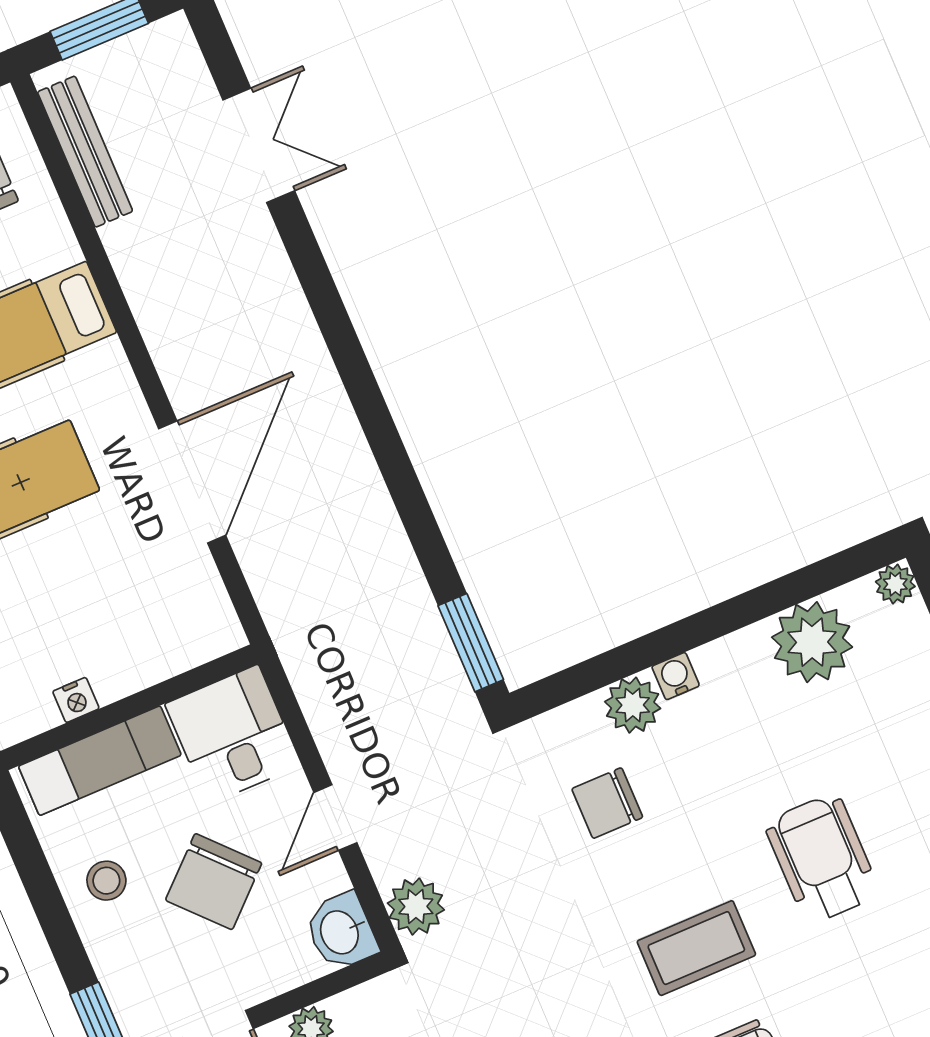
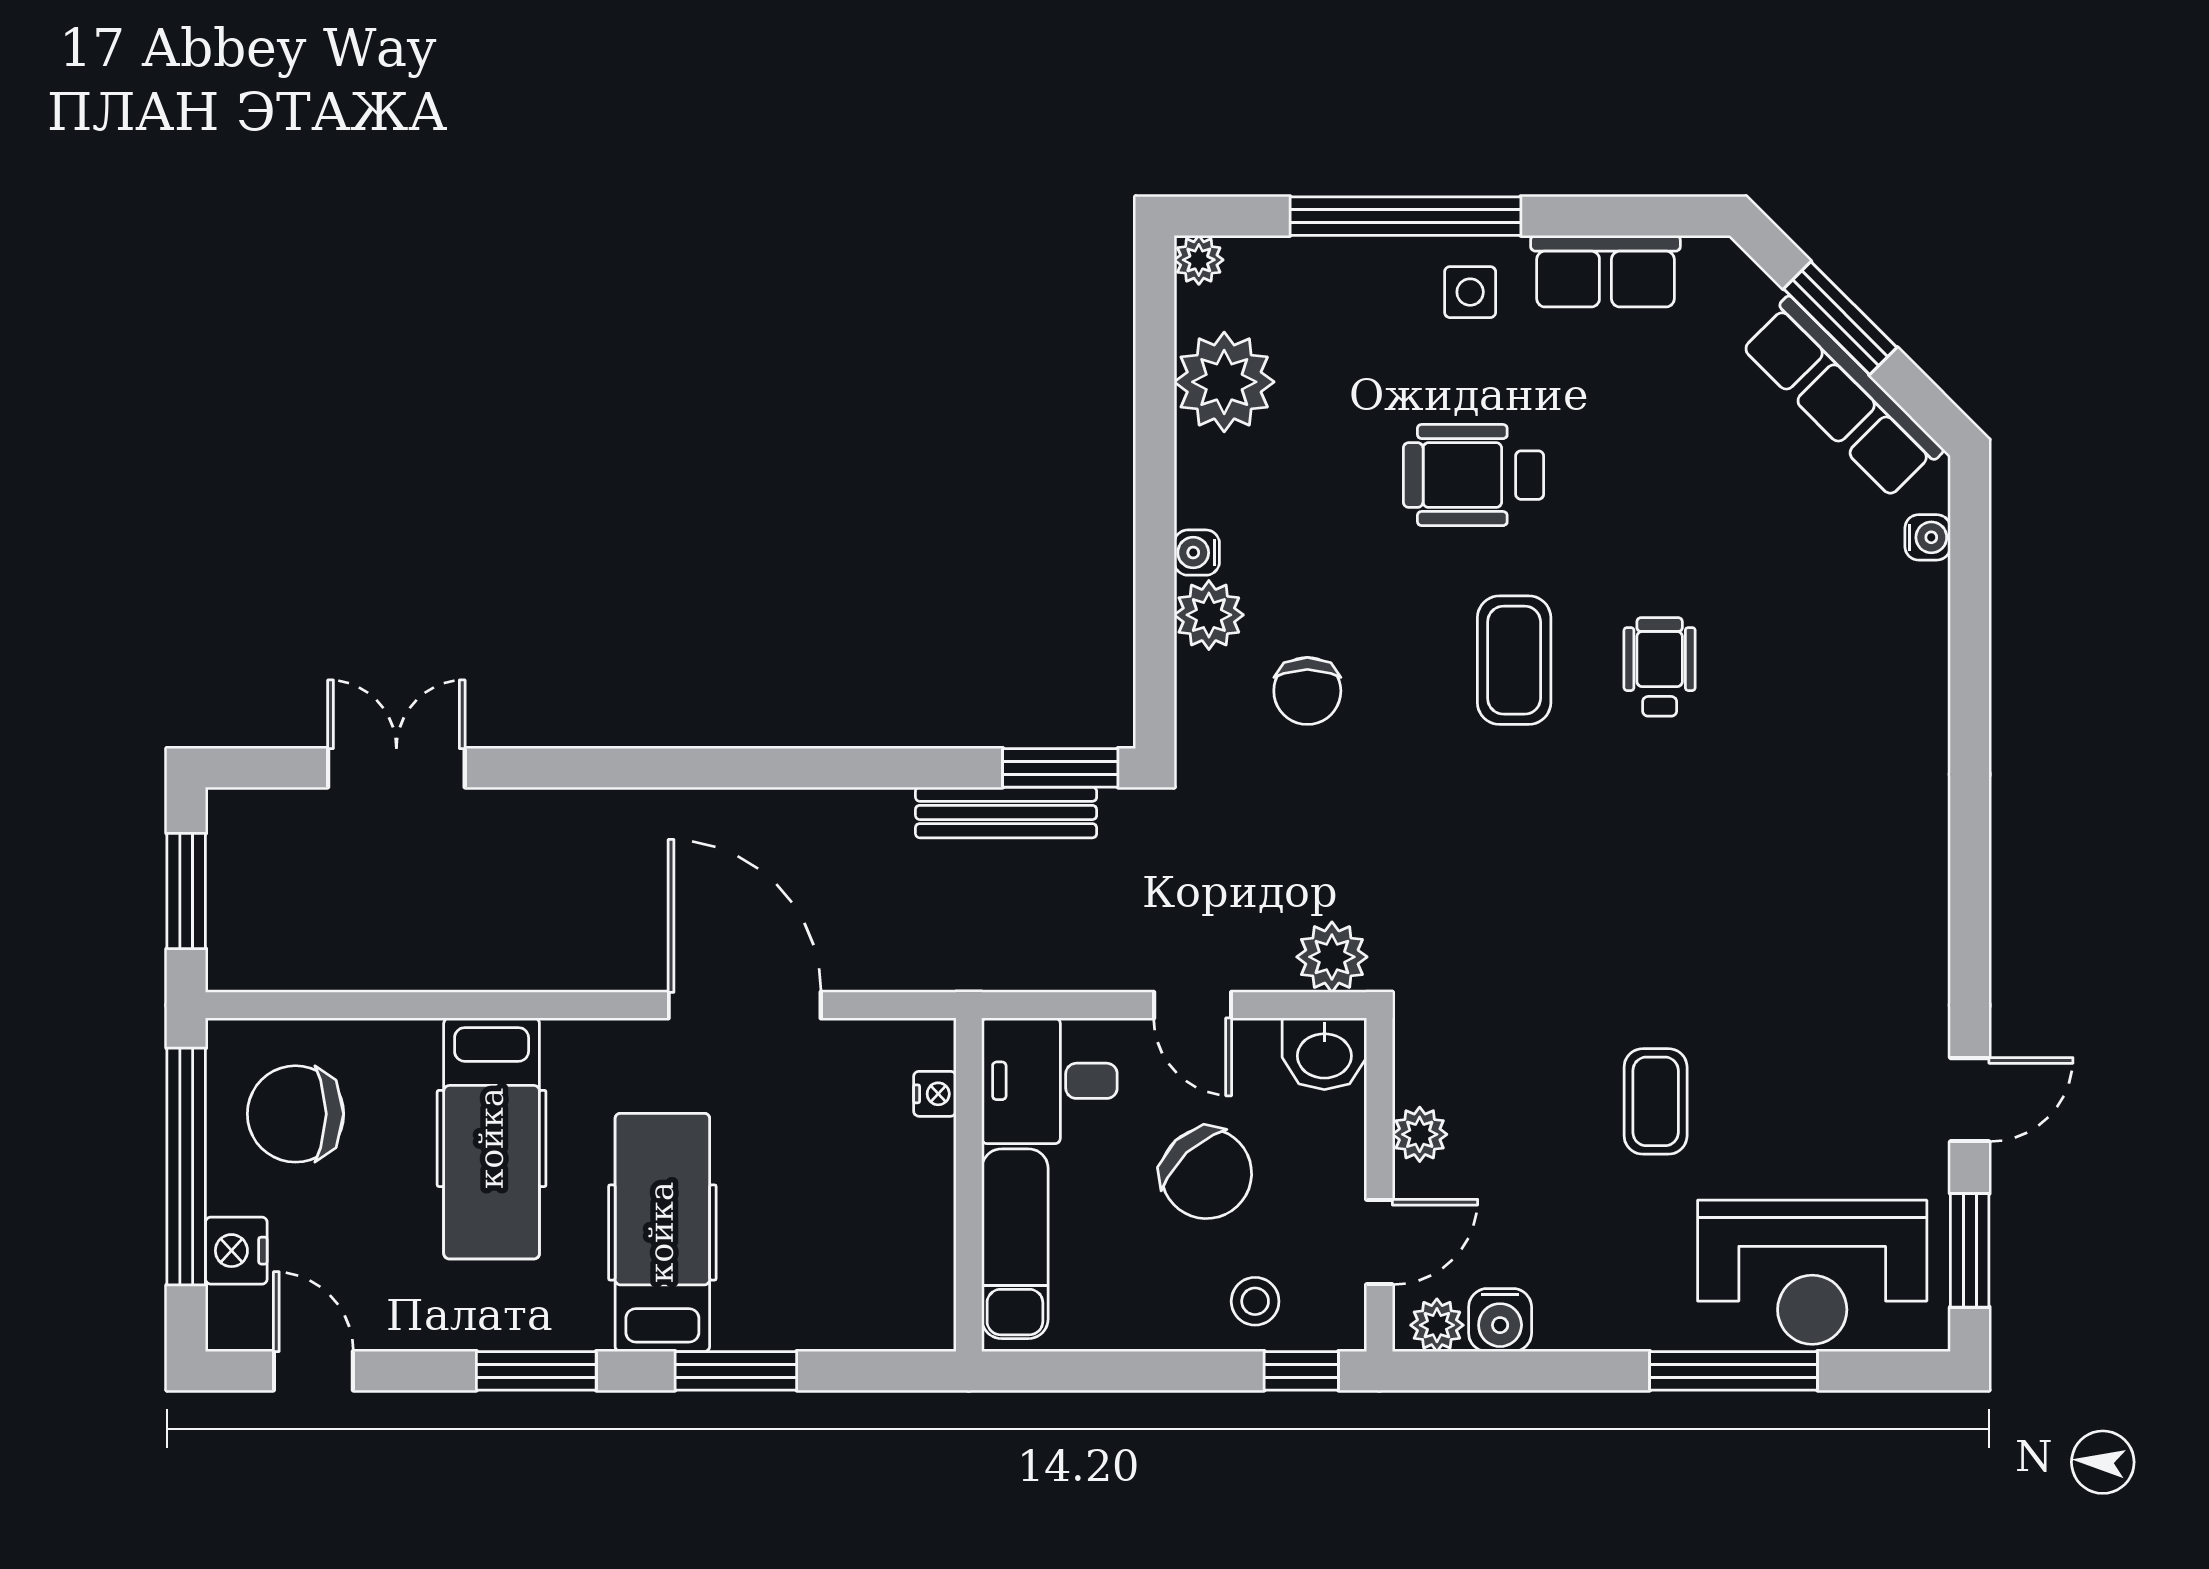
bench: (85, 152) -> (1006, 812), moved
nightstand: (76, 700) -> (935, 1094), moved
stool: (106, 881) -> (1255, 1301), moved

